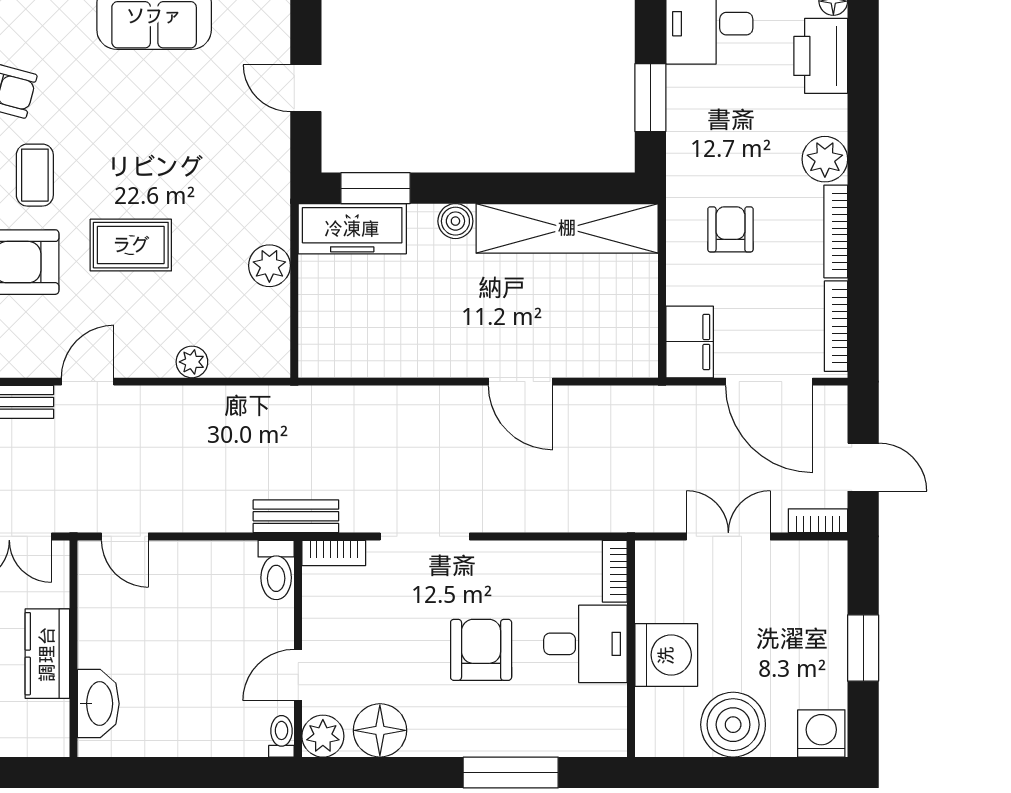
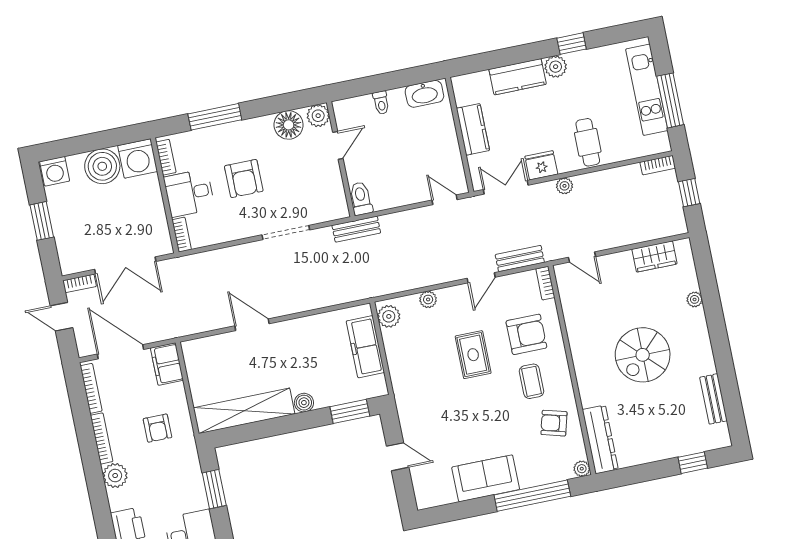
freezer: (352, 229) -> (365, 347), moved, turned -90
rug: (131, 245) -> (473, 355), turned 90
plant: (269, 266) -> (389, 316), moved
double door: (728, 536) -> (125, 265), width x1.37
bookcase: (334, 553) -> (166, 157), moved, turned 90
washing machine: (666, 655) -> (138, 158), moved, turned -90
washbasin: (98, 704) -> (424, 94), moved, turned -90
toilet: (281, 736) -> (381, 103), moved

